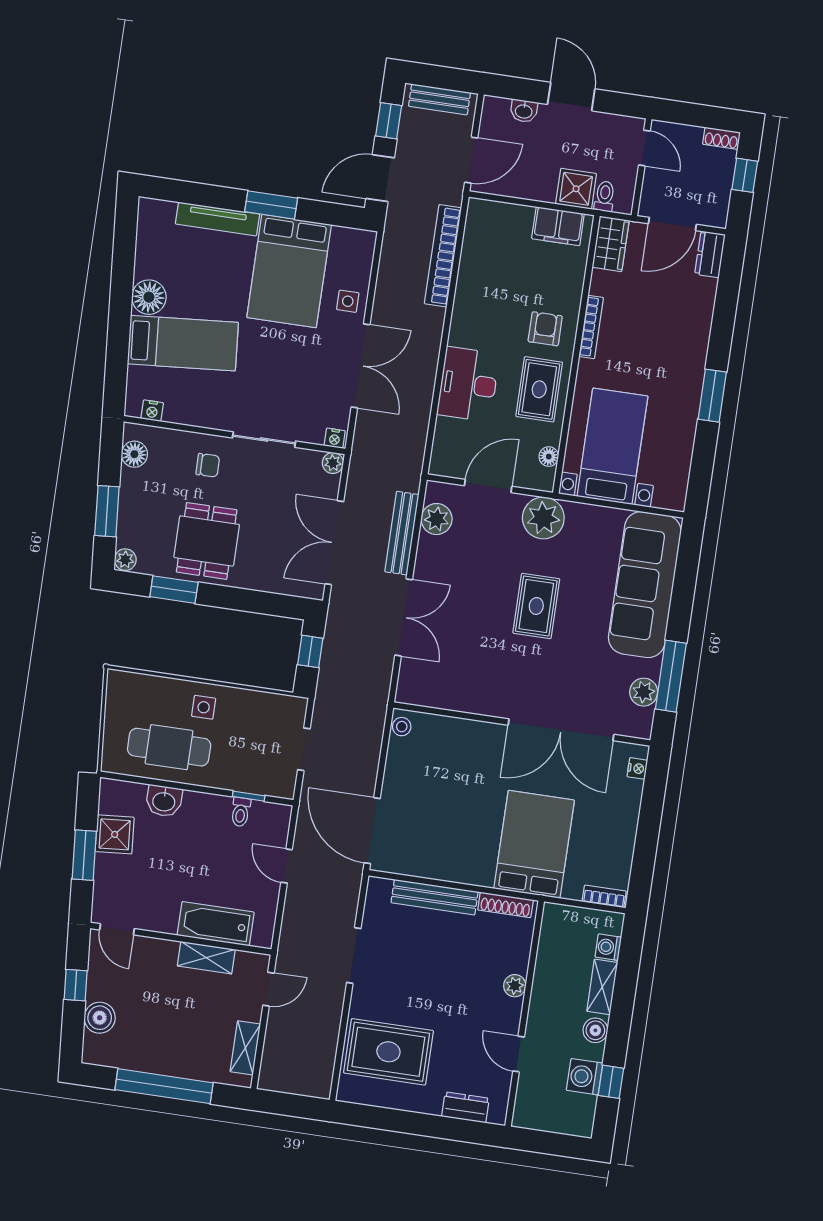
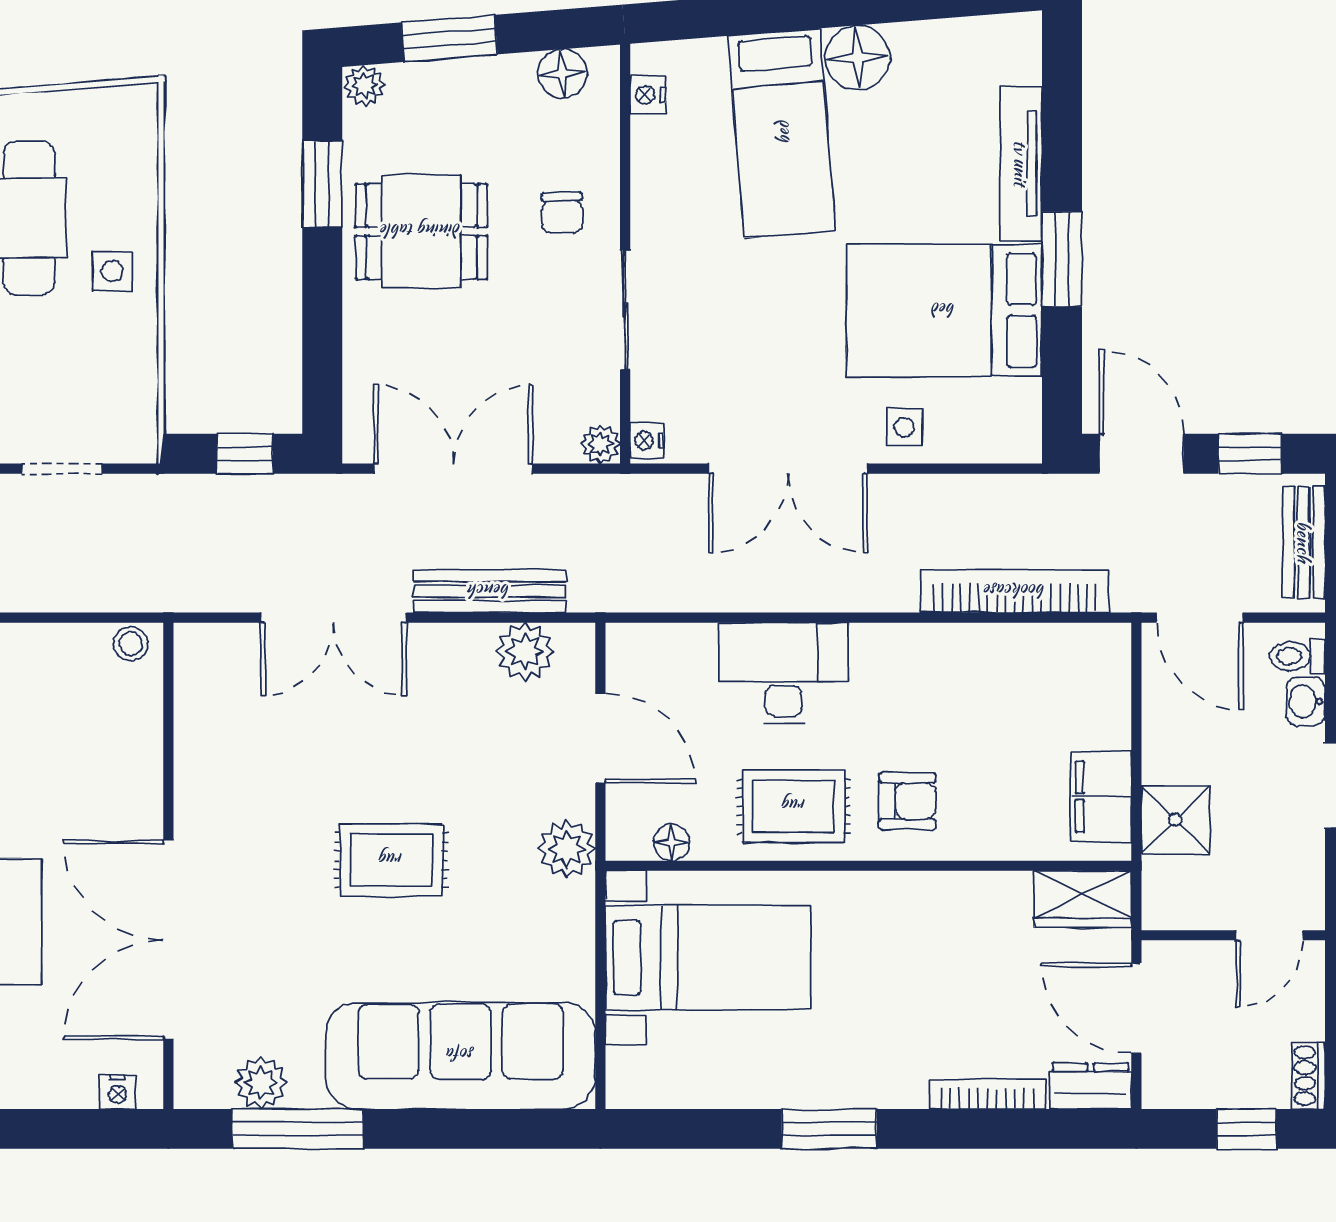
toilet: (605, 196) -> (1297, 656), moved, turned 180
bookcase: (591, 327) -> (987, 1094), moved, turned 180
plant: (543, 518) -> (567, 849), width x0.73, depth x0.73

